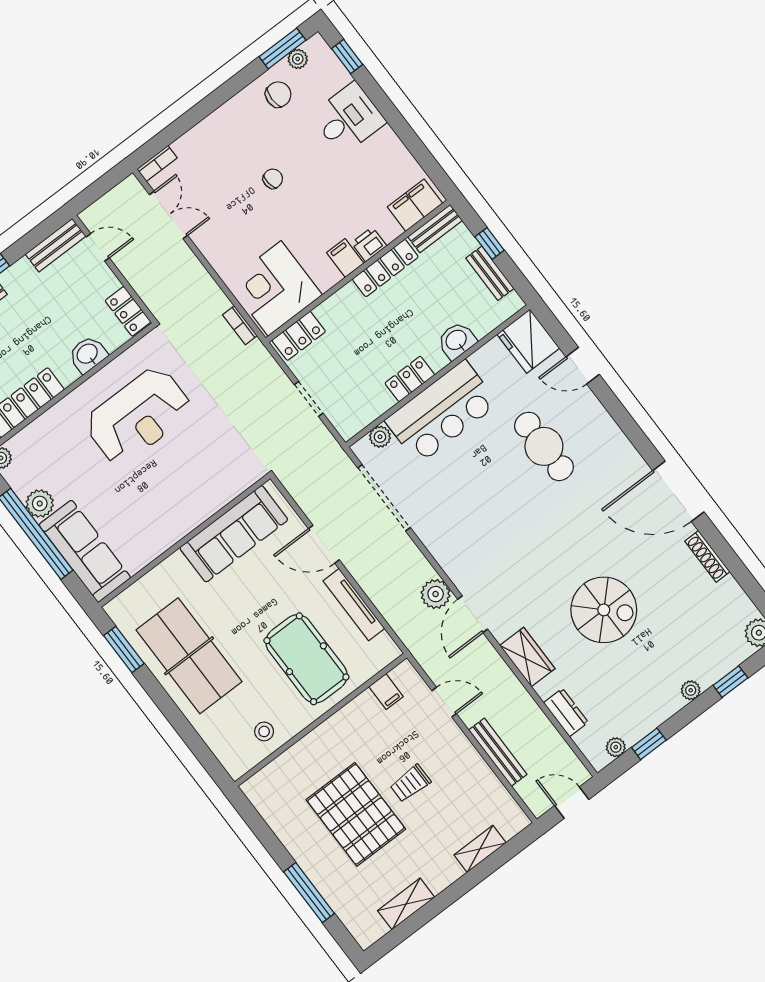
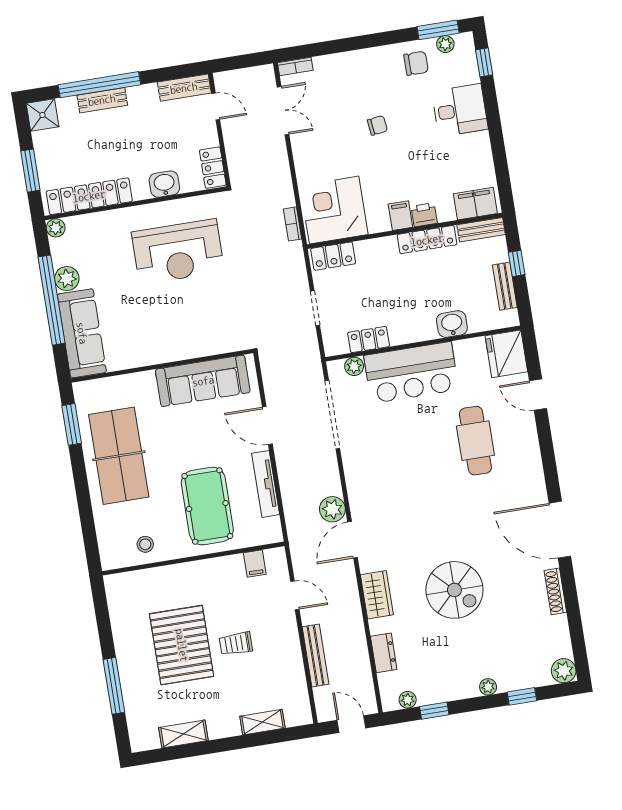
locker: (410, 379) -> (369, 340), moved

